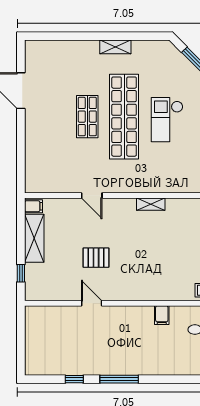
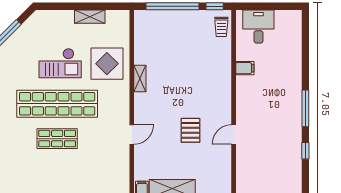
display table: (167, 169) -> (107, 64), added

